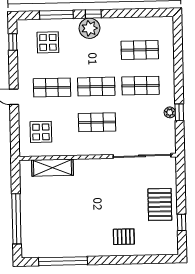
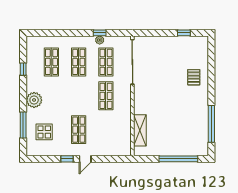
window: (93, 14) -> (23, 69), moved
window: (13, 42) -> (67, 159), moved
shop shelf: (96, 87) -> (106, 62), moved
display table: (41, 132) -> (112, 139), removed
pallet: (160, 204) -> (170, 49), removed

